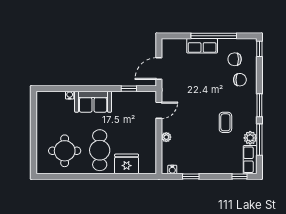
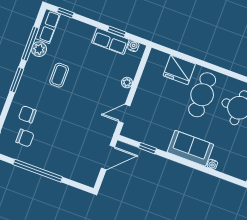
row of seats: (202, 46) -> (110, 41), moved, turned 180

